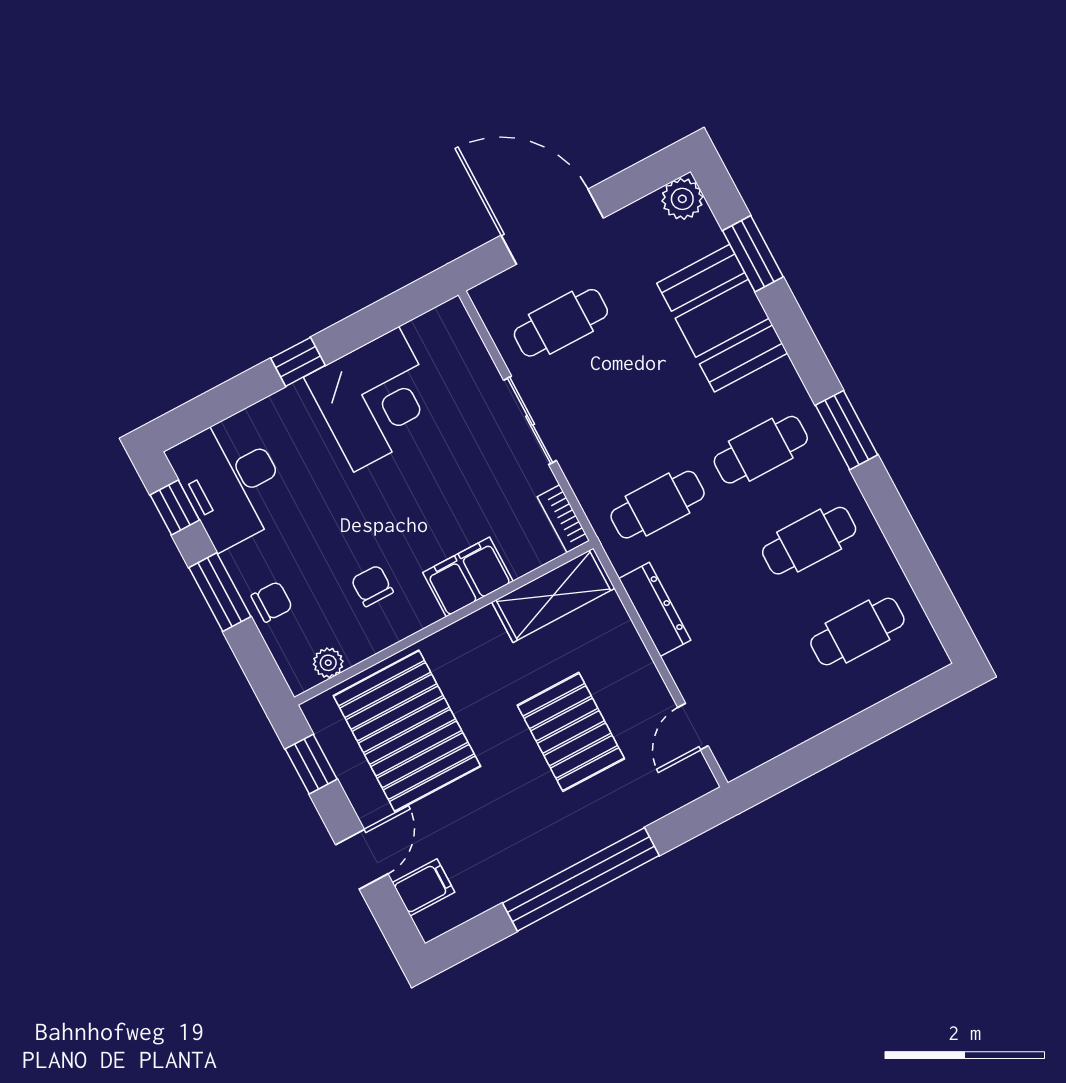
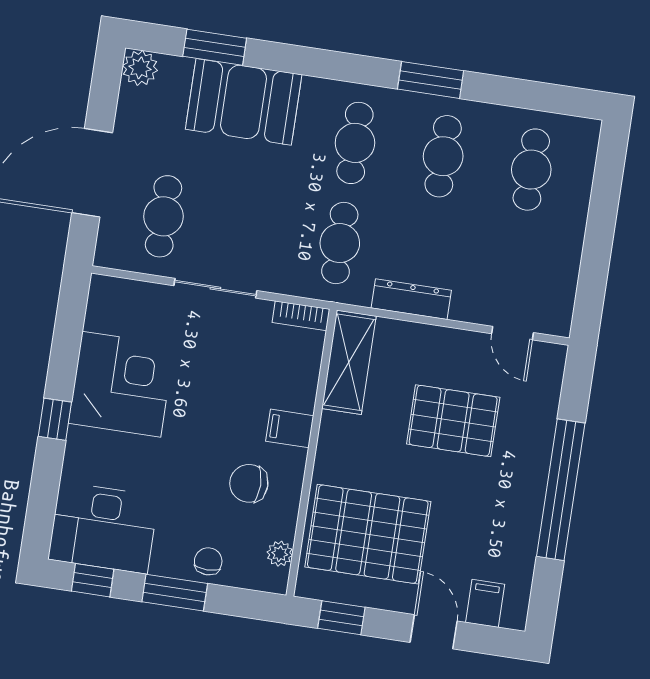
window: (847, 430) -> (431, 80), moved
filing cabinet: (468, 577) -> (290, 428), width x0.50
chair: (372, 586) -> (249, 483), width x1.37, depth x1.37

